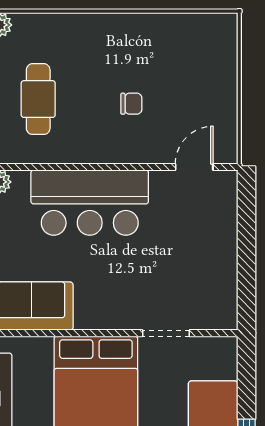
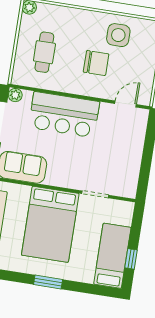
side table: (162, 49) -> (118, 35), added
chair: (131, 104) -> (96, 63), width x1.87, depth x1.87

